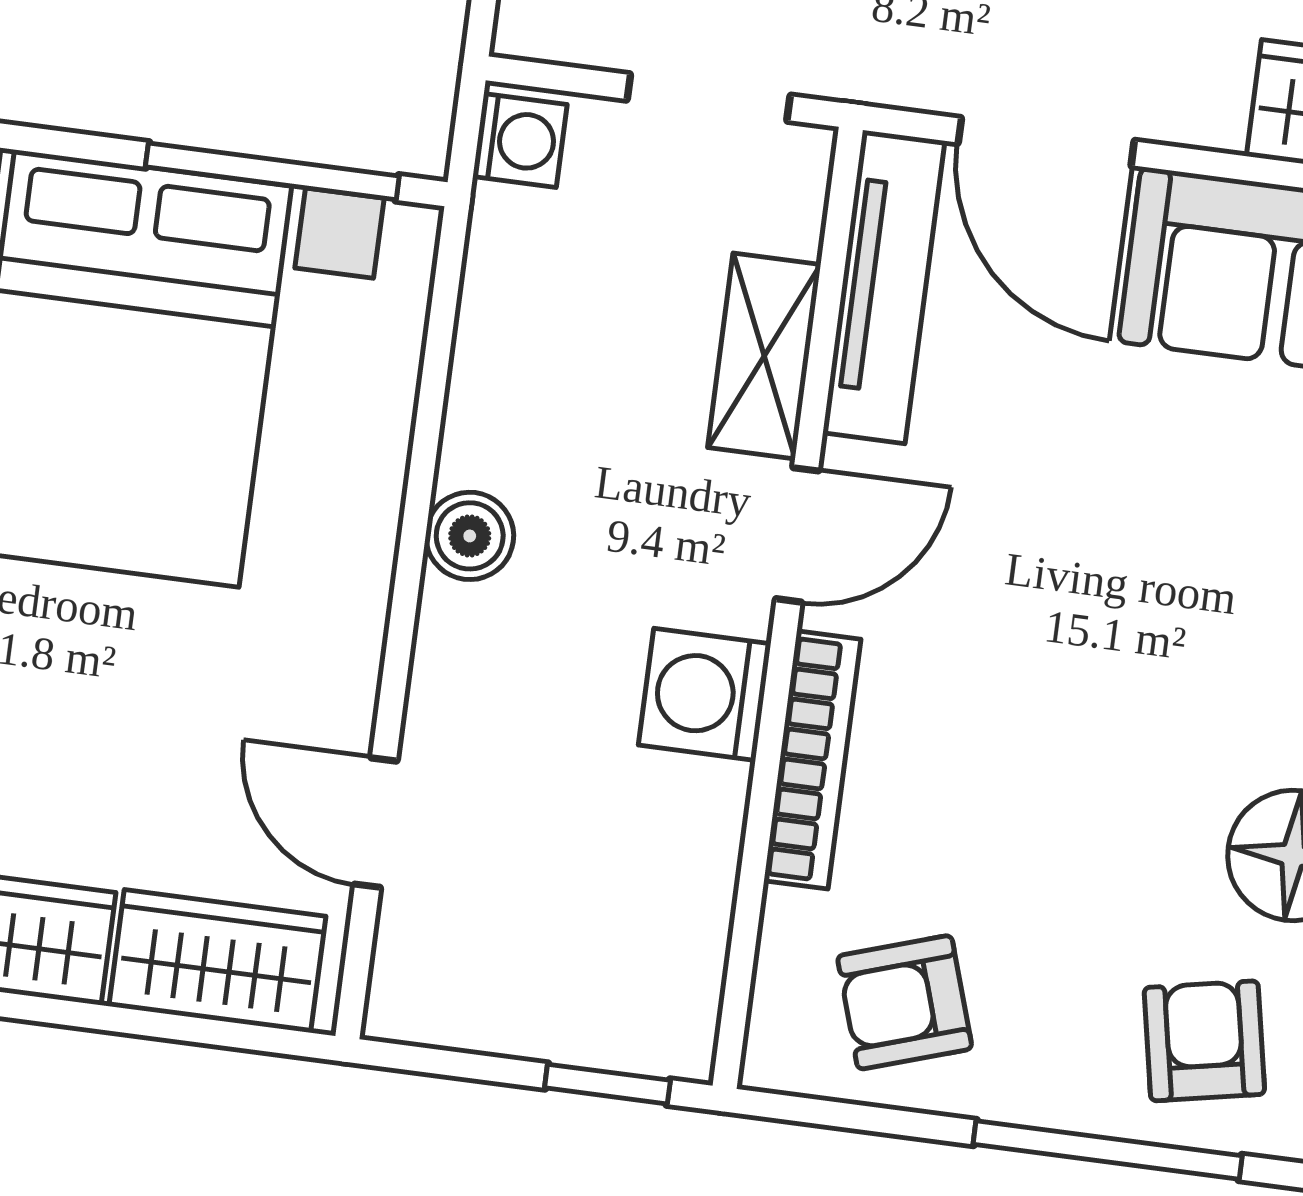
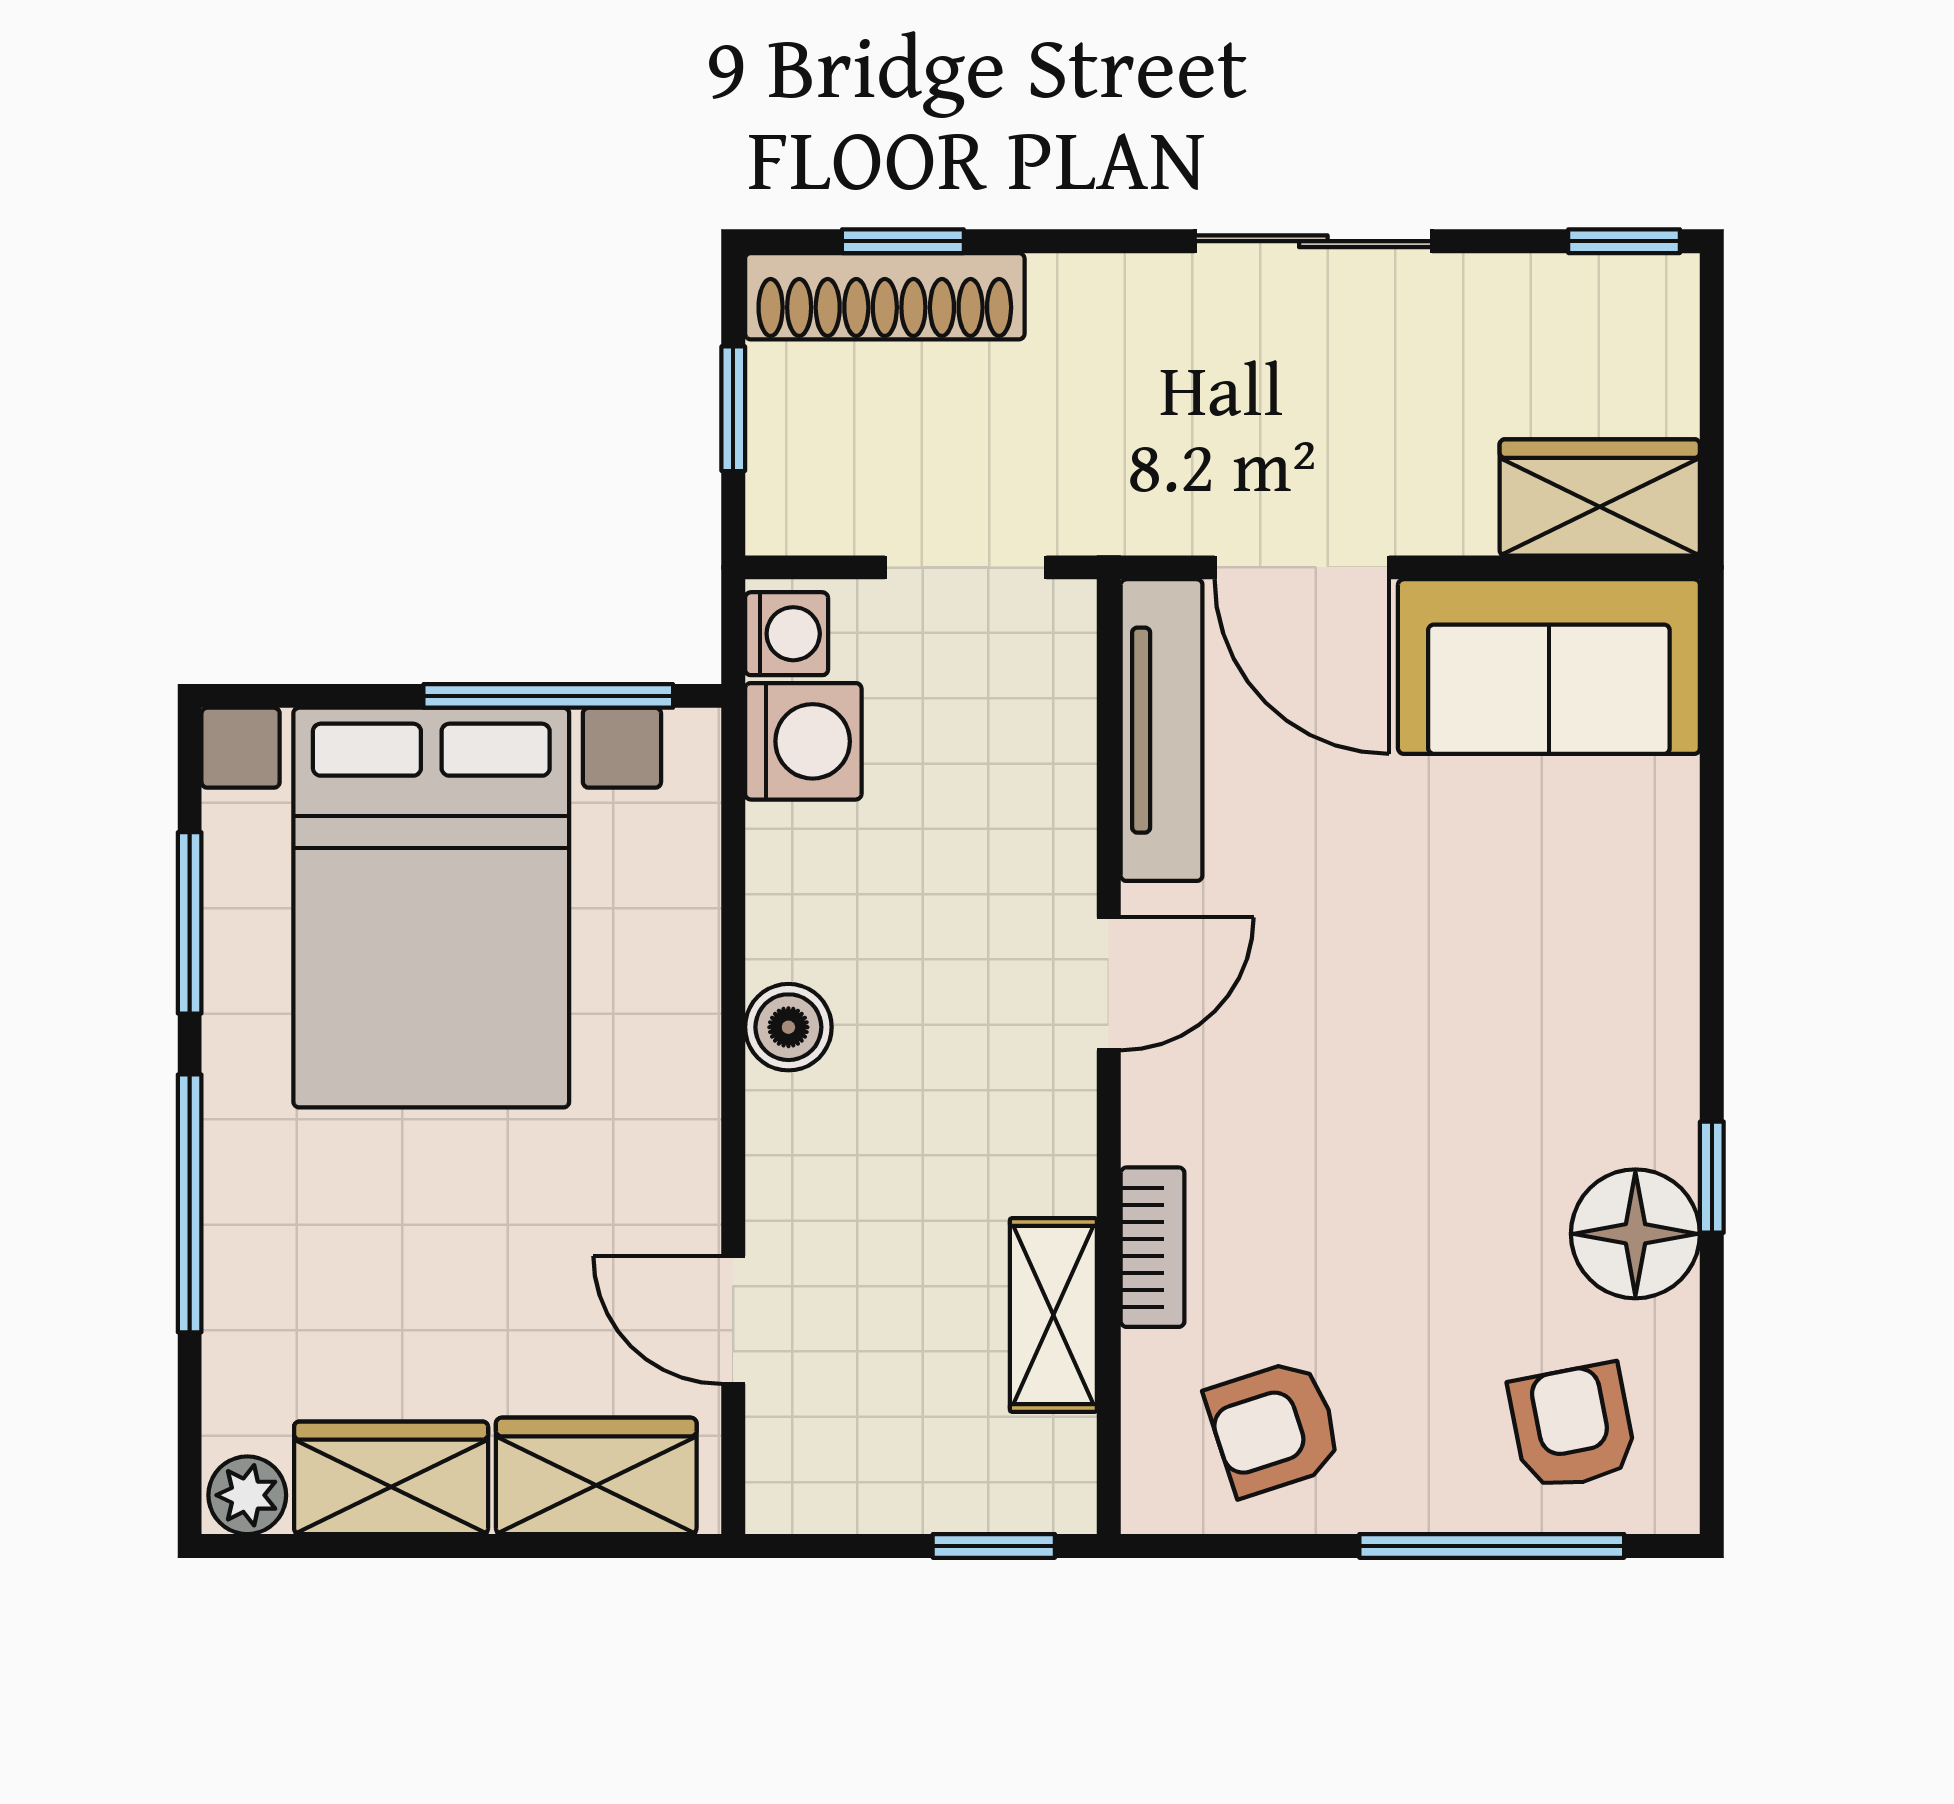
shelving: (764, 356) -> (1053, 1315), moved
washing machine: (705, 694) -> (803, 741), moved, turned 180
bookcase: (812, 760) -> (1153, 1247), width x0.64

